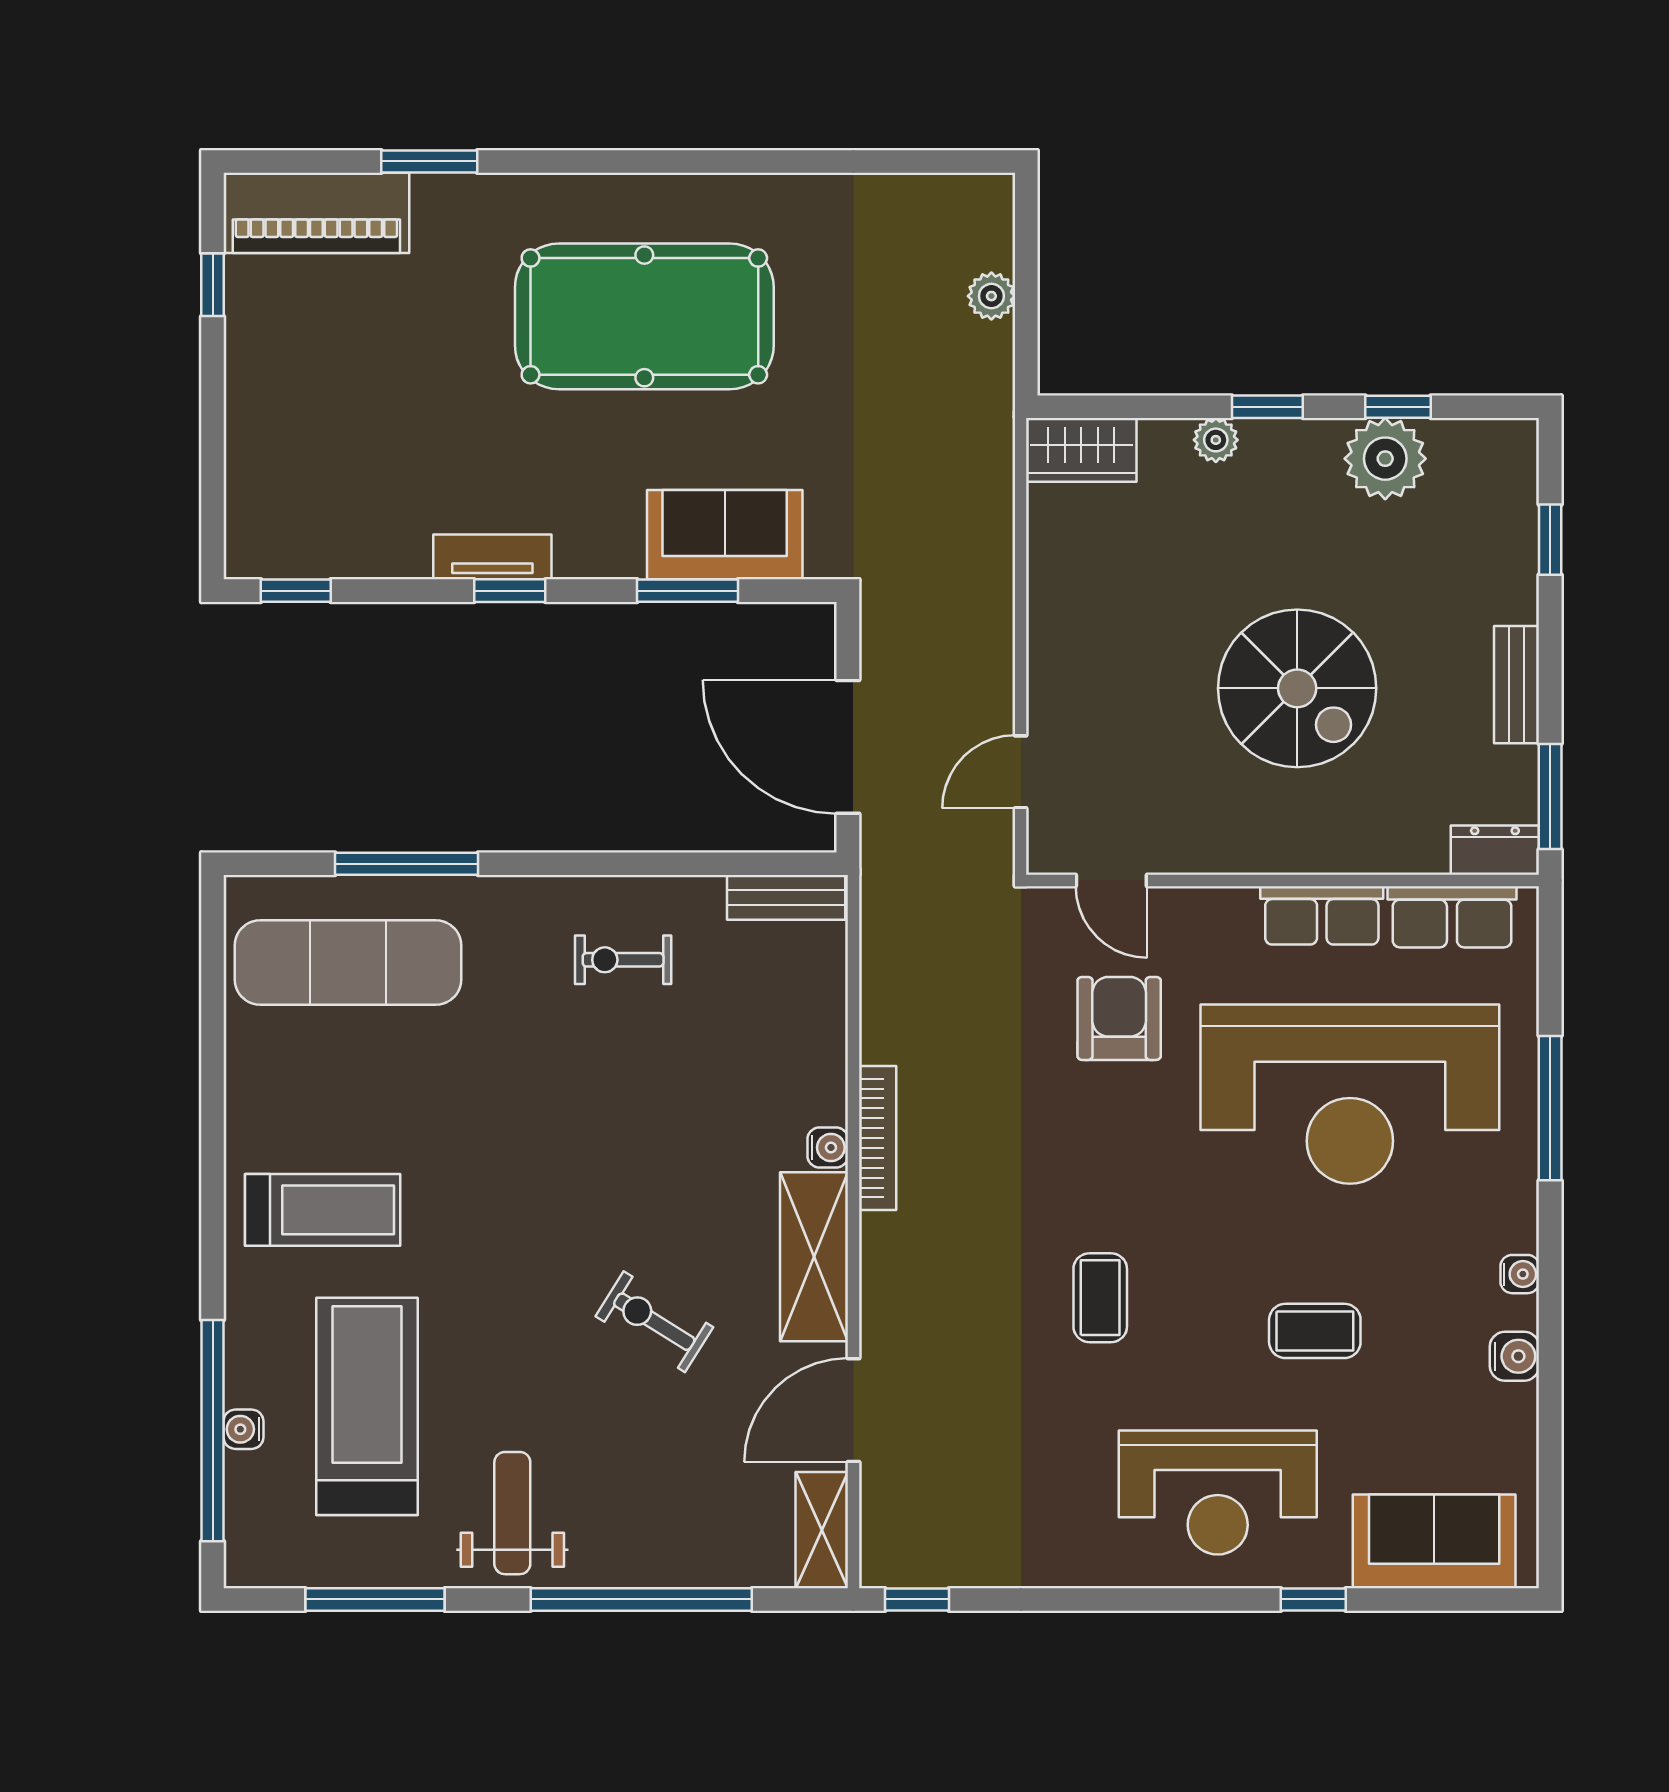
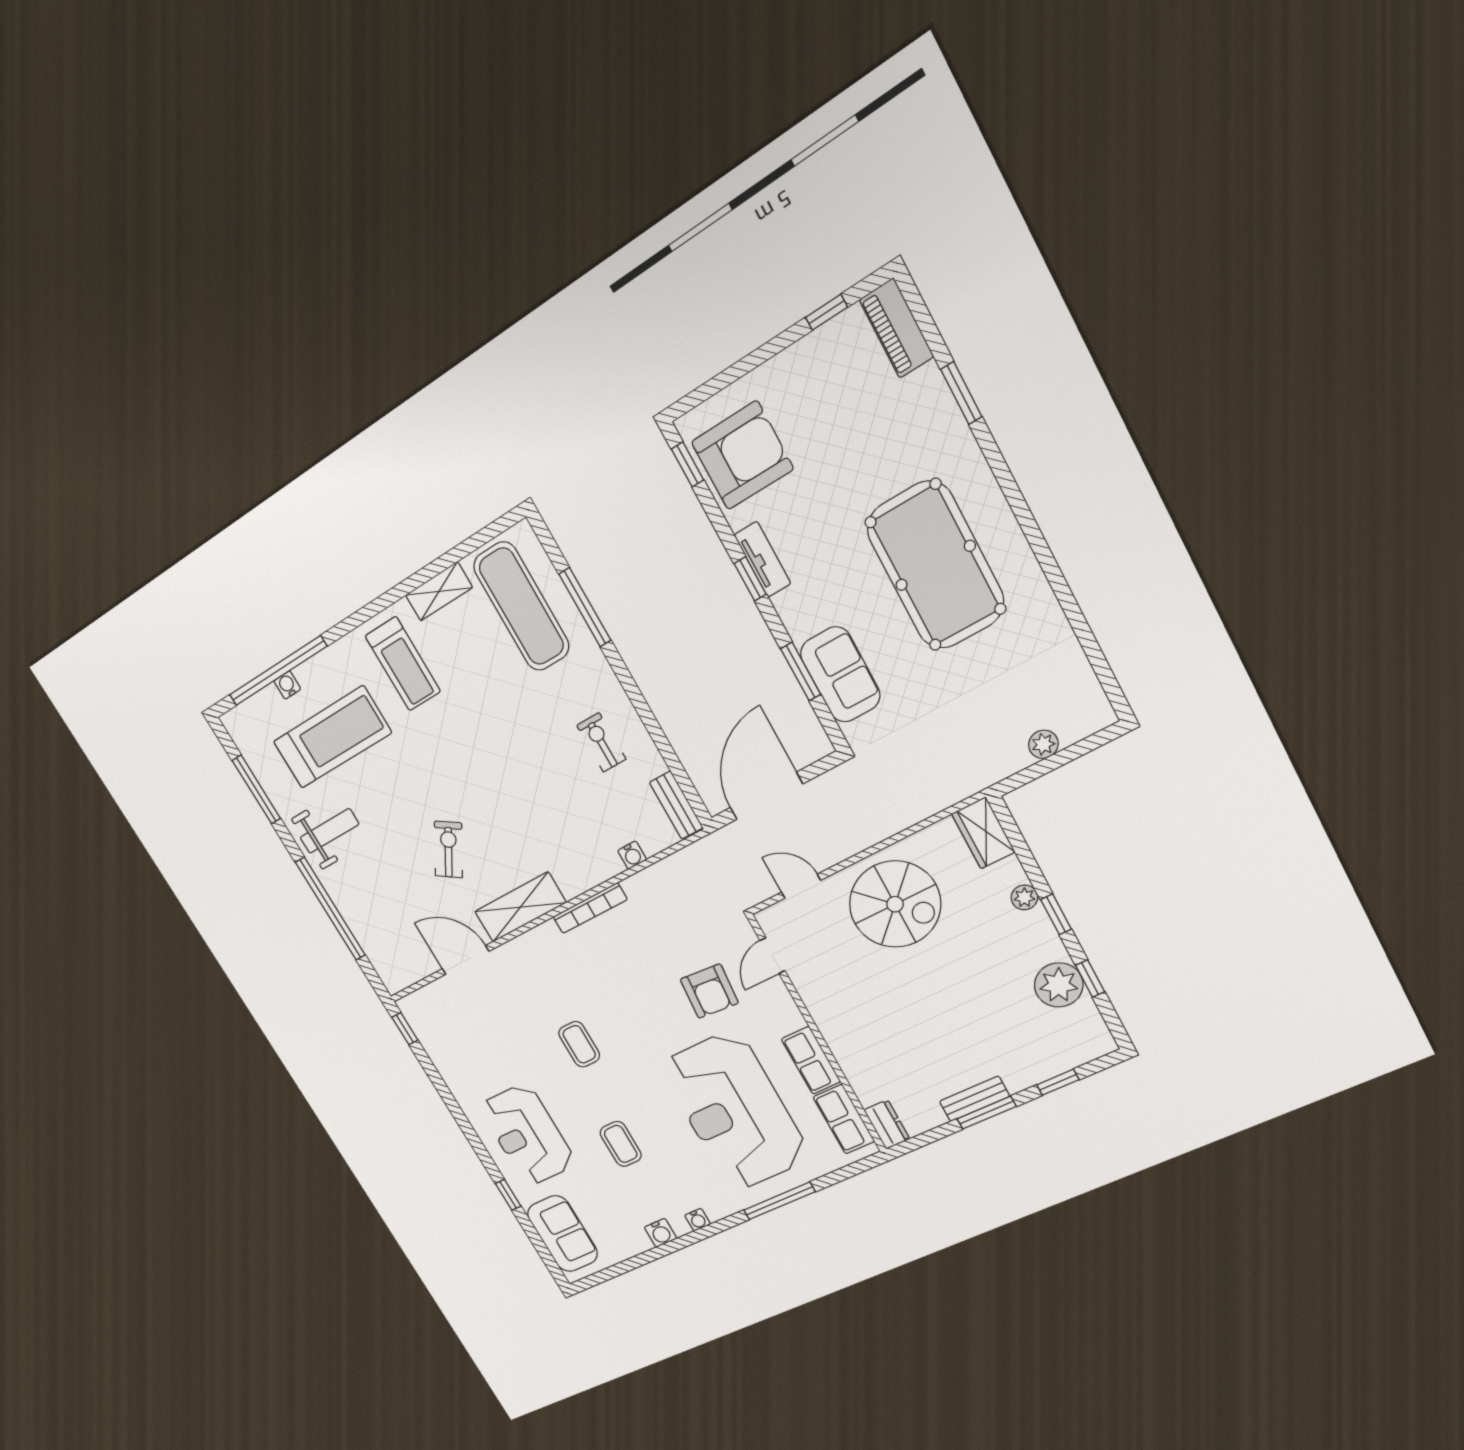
piano: (316, 213) -> (897, 328), width x0.73, depth x0.75
armchair: (331, 505) -> (742, 455), added
spiral stairs: (1297, 688) -> (895, 904), moved, turned -90
window: (1550, 796) -> (987, 1113), moved
armchair: (1119, 1018) -> (709, 991), turned 95
water cooler: (828, 1148) -> (632, 855), moved
coffee table: (1100, 1298) -> (579, 1044), turned 90
shelving: (822, 1530) -> (439, 591), moved

